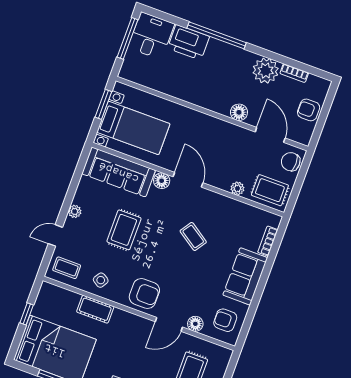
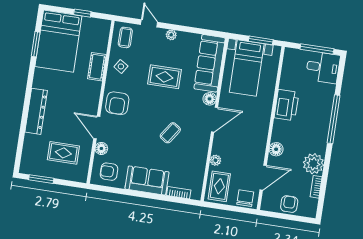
printer: (188, 42) -> (287, 105), moved, turned 180
armchair: (225, 320) -> (109, 172), turned -90

